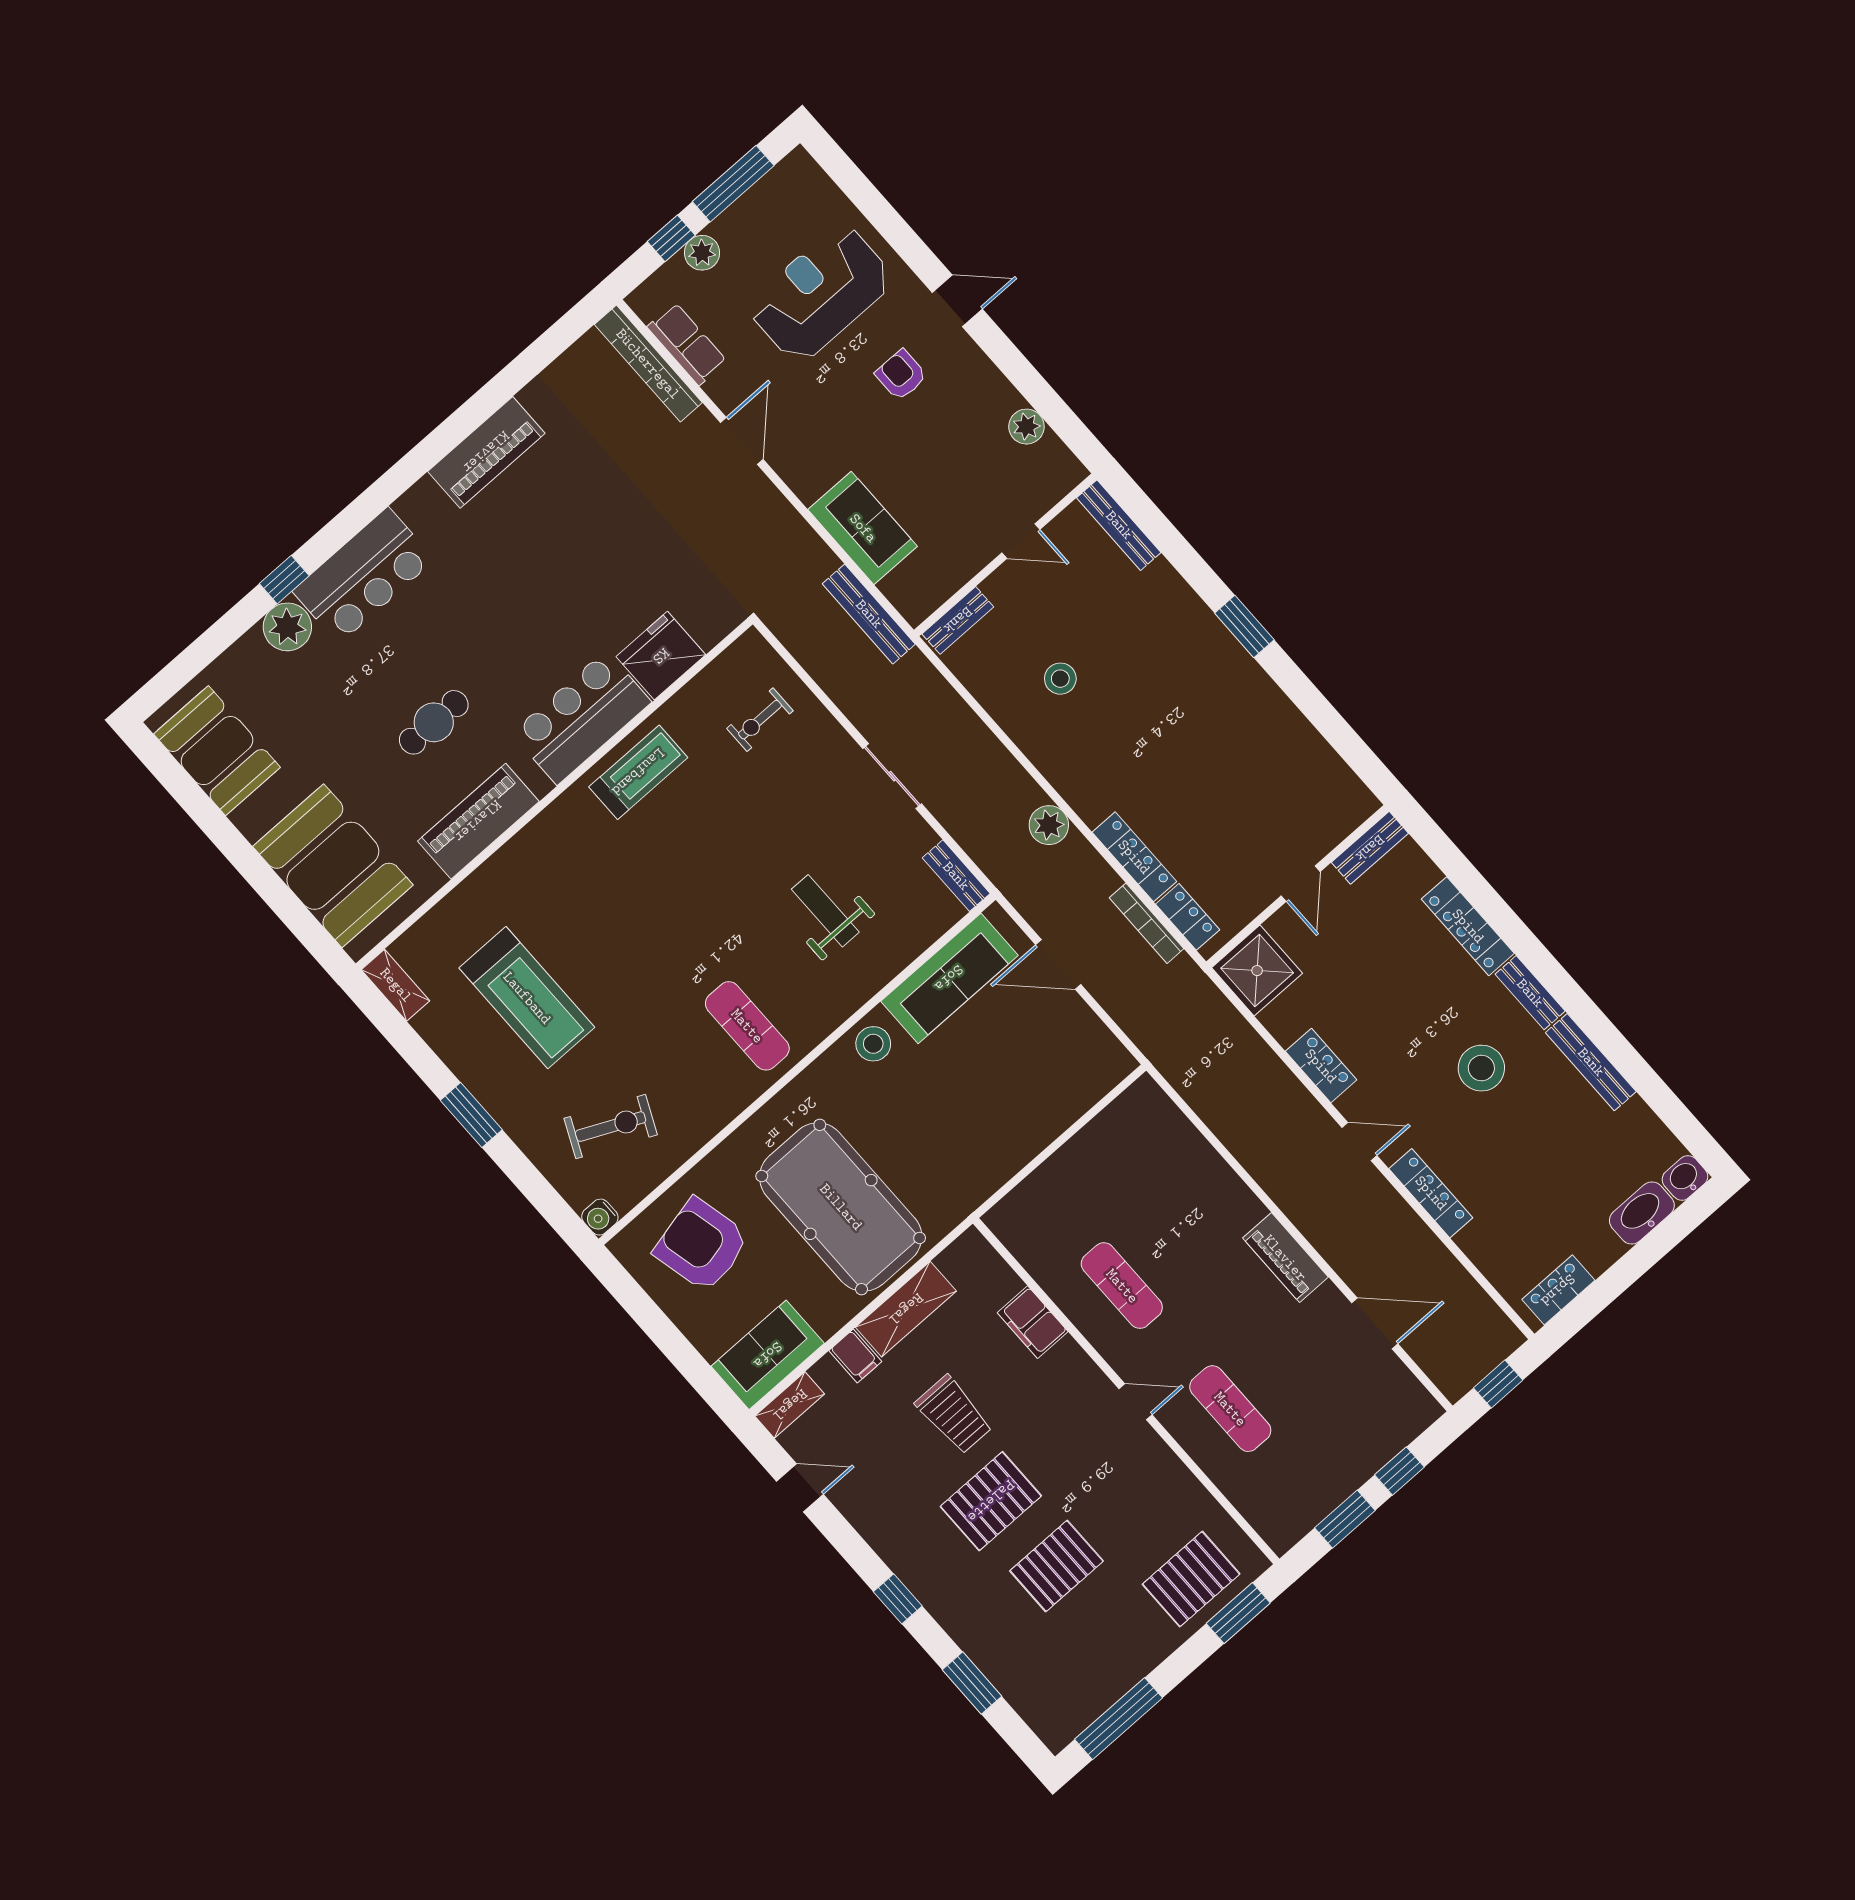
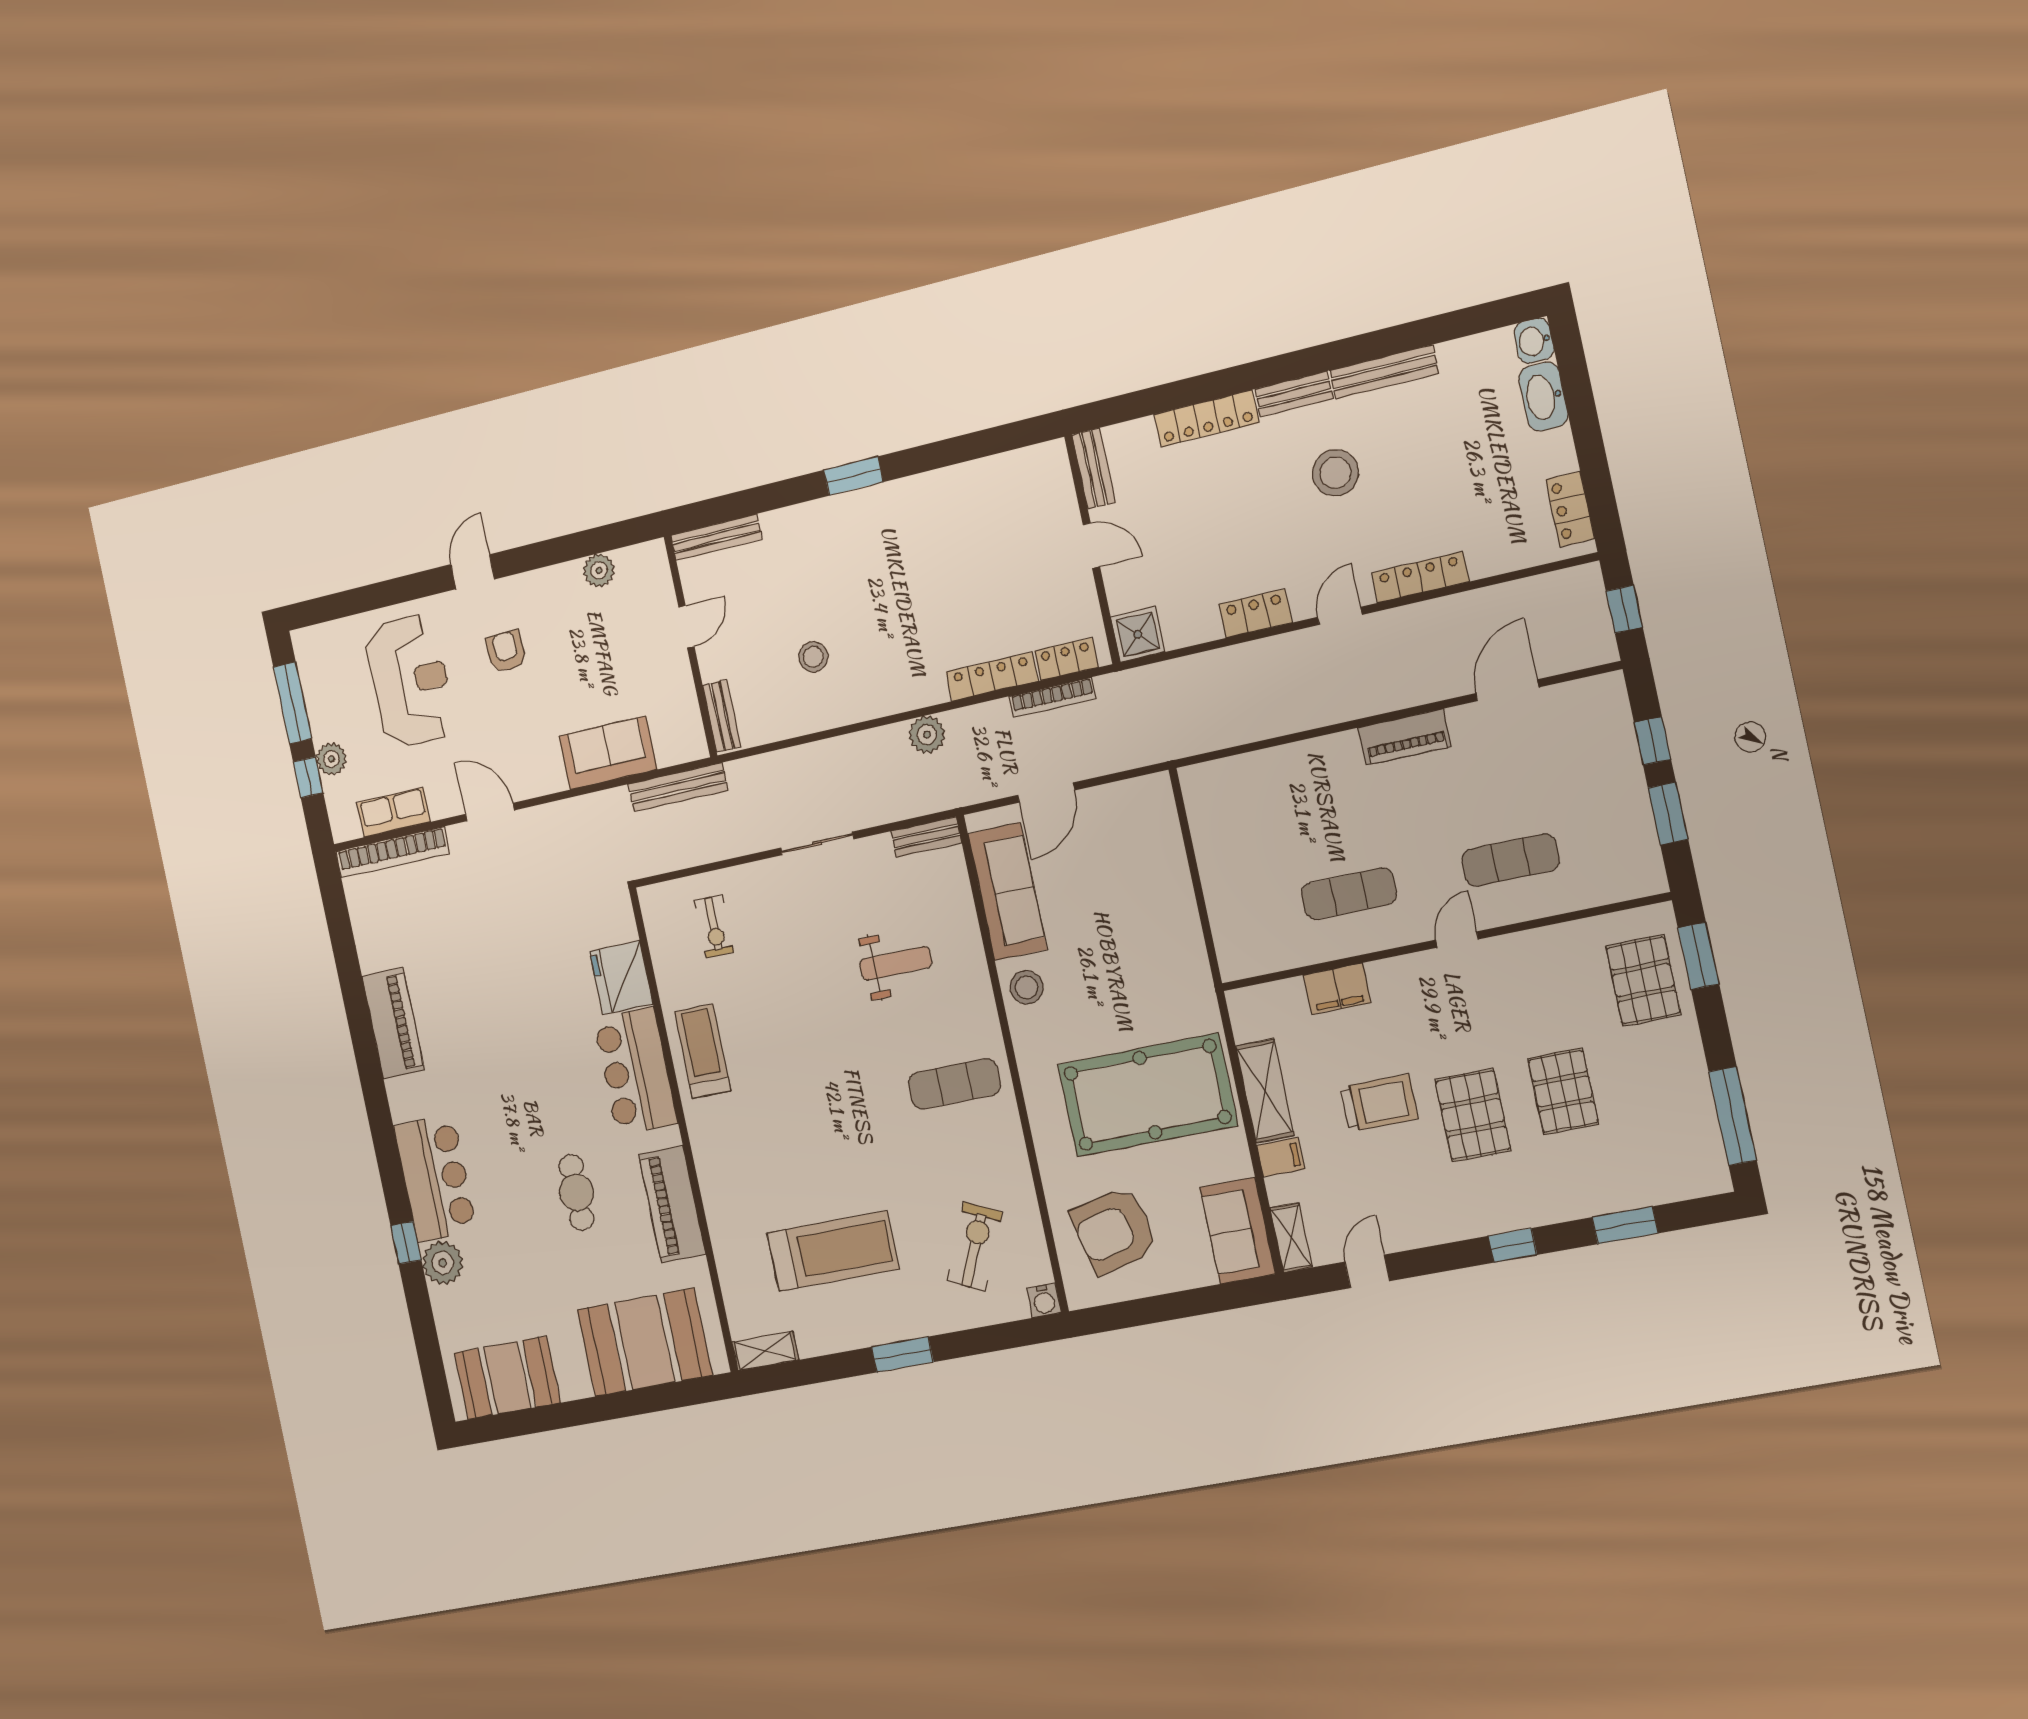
reception desk: (821, 293) -> (410, 681), turned 180
armchair: (901, 375) -> (506, 651), turned 88
weight bench: (825, 911) -> (896, 963), turned 180
shower: (1257, 971) -> (1138, 634), width x0.73, depth x0.73

